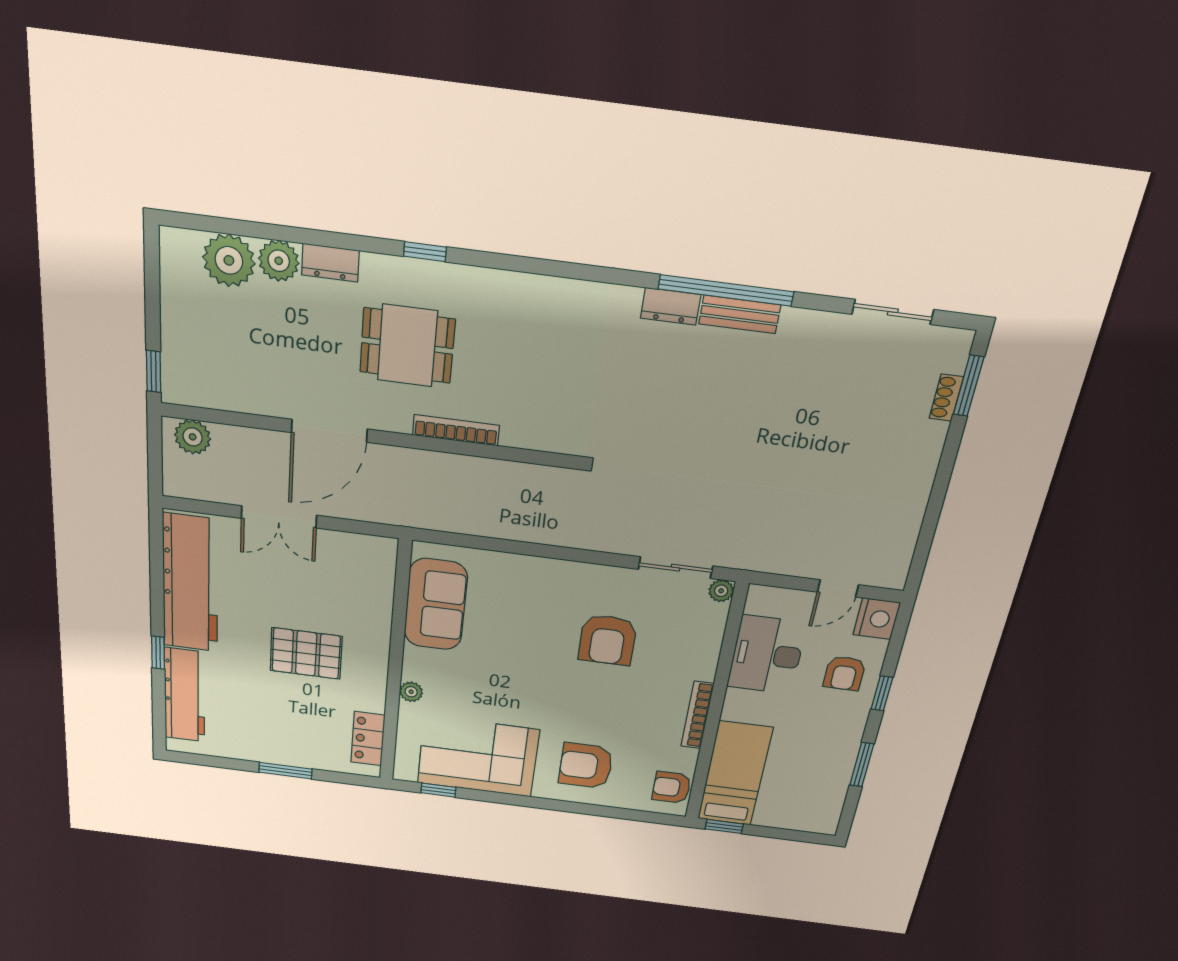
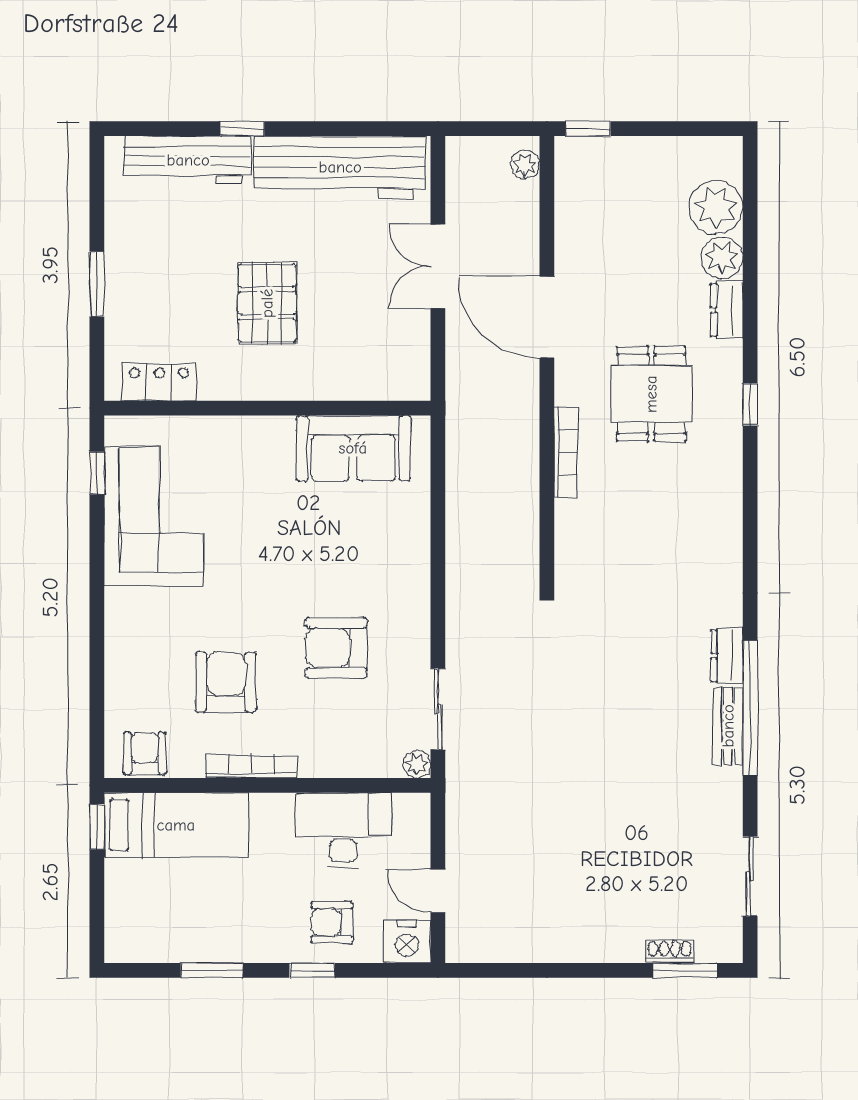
plant: (193, 437) -> (525, 165), width x0.73, depth x0.73
plant: (411, 692) -> (233, 429), removed
armchair: (586, 766) -> (226, 682), moved

